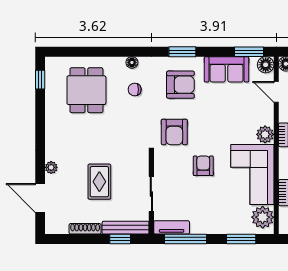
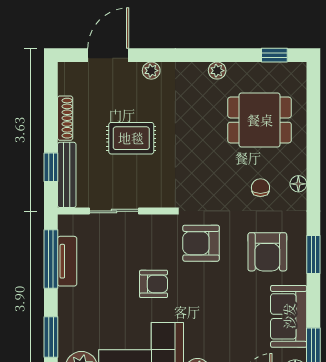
plant: (51, 120) -> (217, 71), added
tv unit: (172, 227) -> (67, 261), moved

